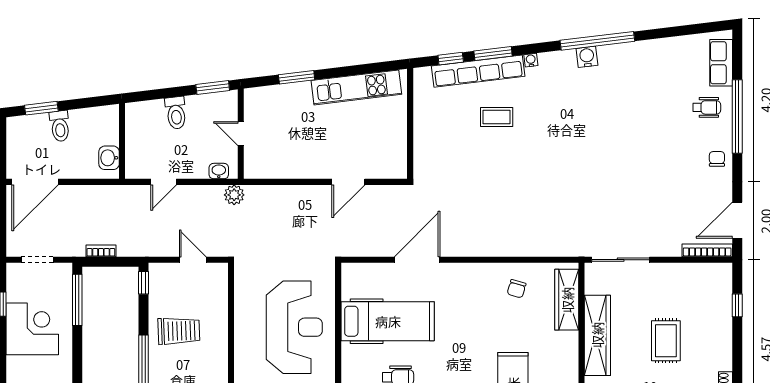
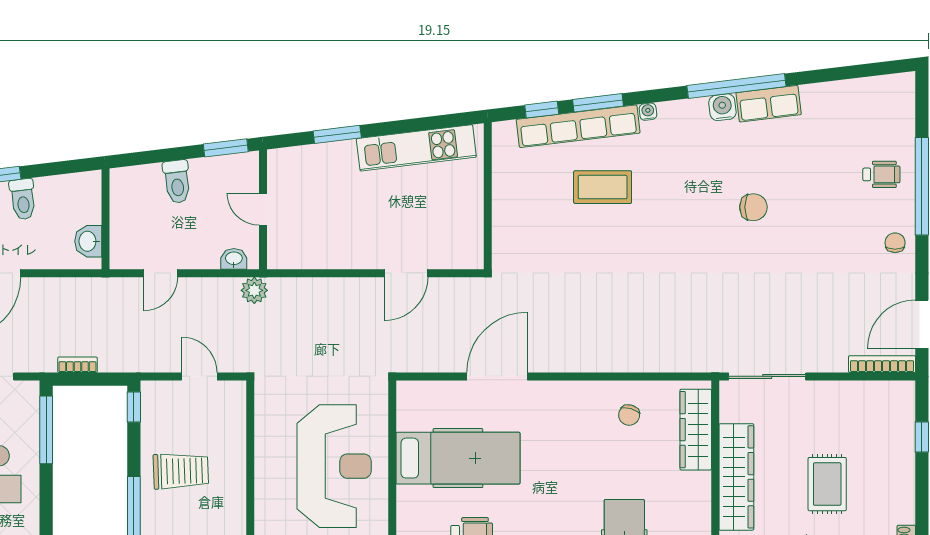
row of seats: (721, 63) -> (769, 104), moved, turned -97
coffee table: (497, 117) -> (603, 187), width x1.36, depth x1.30
chair: (610, 132) -> (753, 207), added

